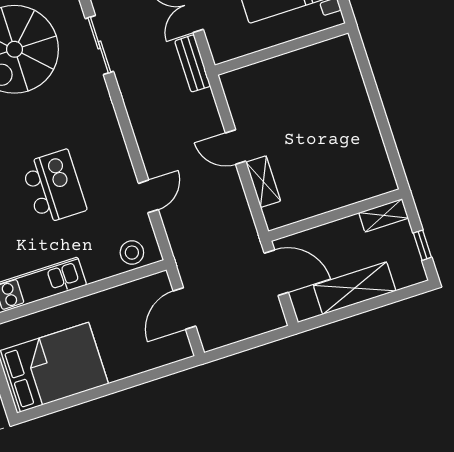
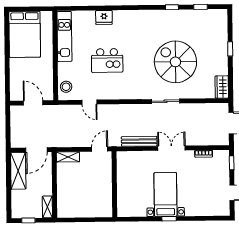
wall: (282, 49) -> (114, 184), moved
bench: (193, 63) -> (139, 141), width x1.36
shelving: (263, 182) -> (68, 157), moved
shelving: (355, 288) -> (18, 171), moved

